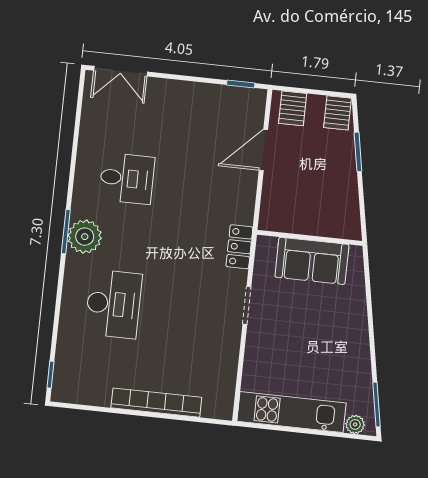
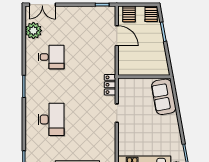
door: (263, 150) -> (117, 36), swing flipped
plant: (85, 237) -> (33, 31), moved
sofa: (312, 261) -> (164, 97), moved, turned 80

